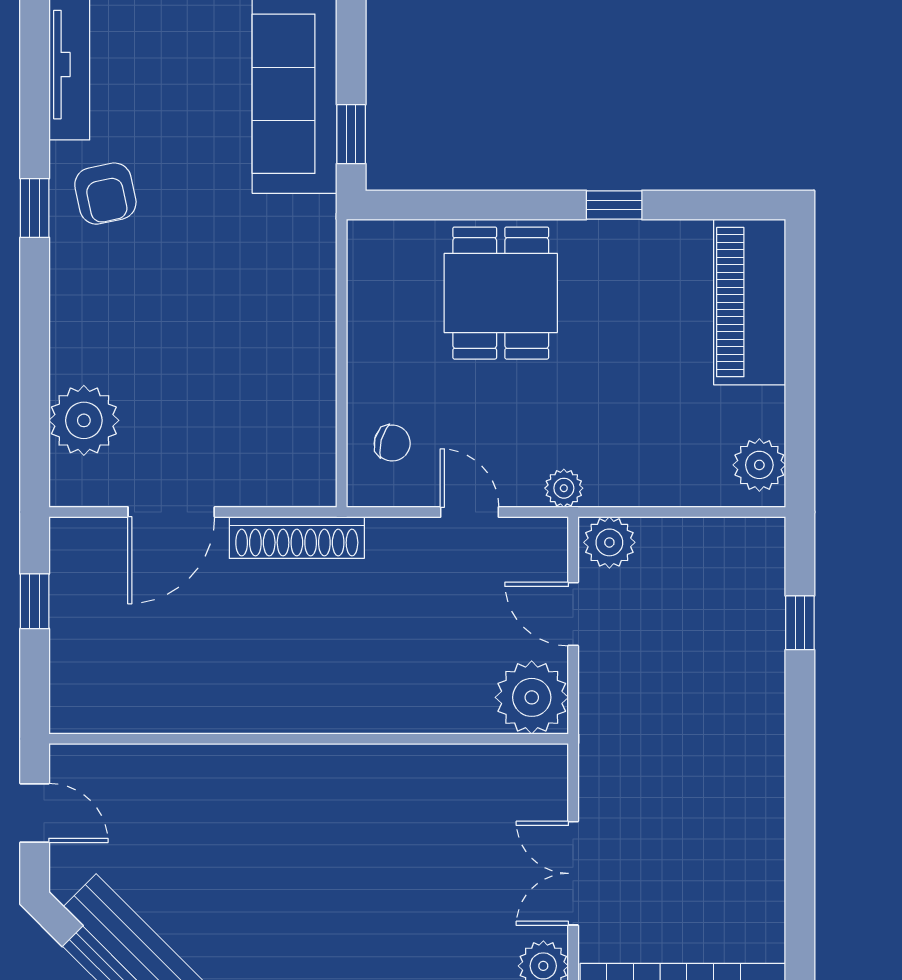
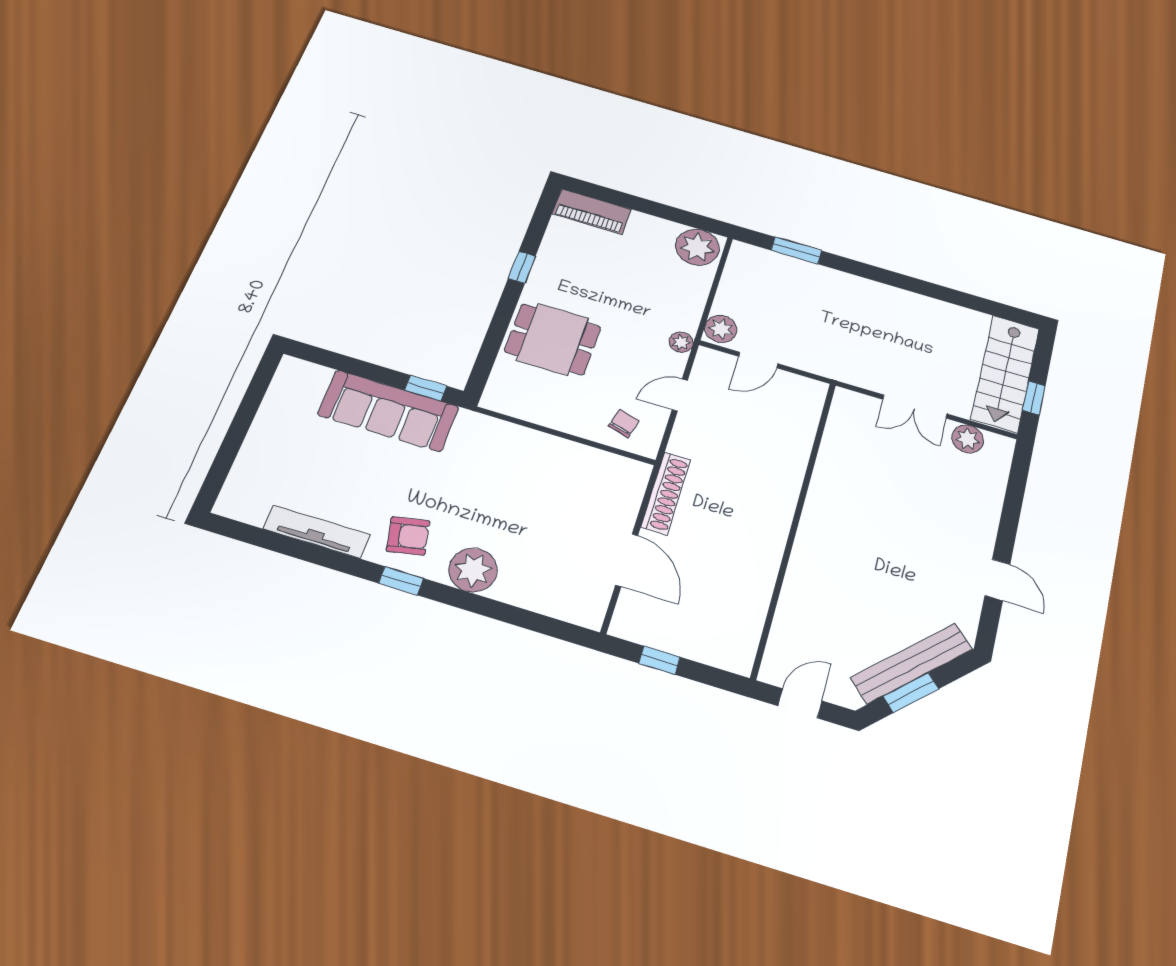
piano: (750, 302) -> (592, 212), width x0.73, depth x0.75
plant: (84, 420) -> (473, 570), moved
plant: (759, 465) -> (697, 247), width x1.36, depth x1.36
window: (800, 623) -> (796, 250), width x1.50
plant: (532, 697) -> (802, 396), removed

